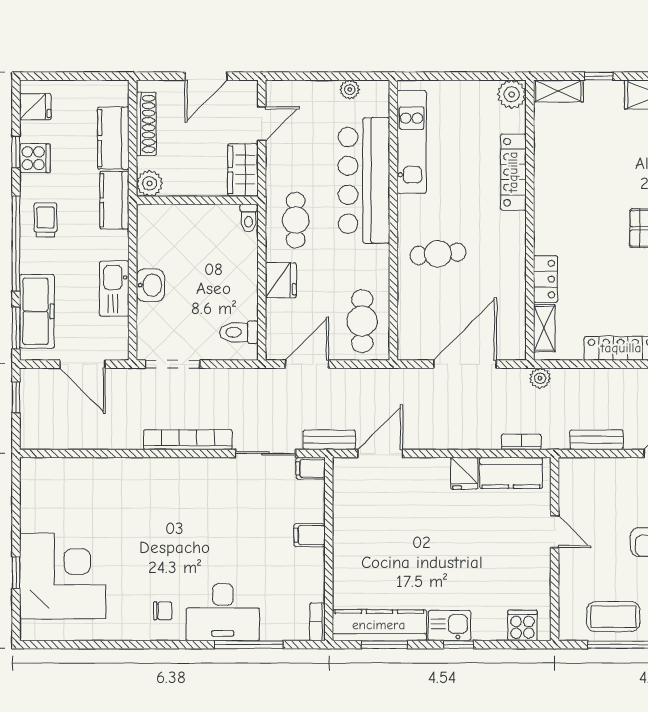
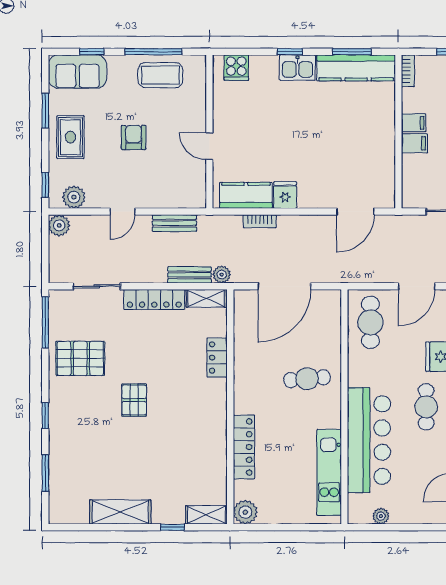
shelving: (544, 328) -> (206, 298), moved, turned 90
bench: (329, 440) -> (190, 275), moved
bookcase: (521, 442) -> (260, 221), moved
filing cabinet: (311, 468) -> (414, 123), moved

